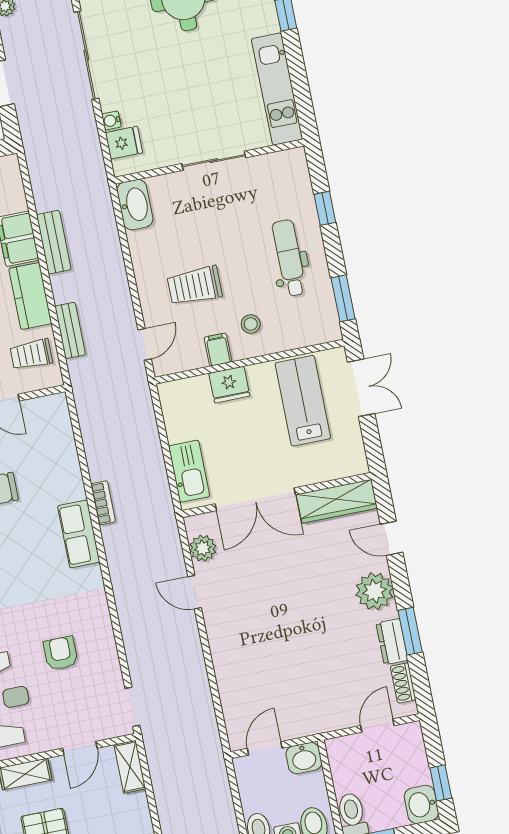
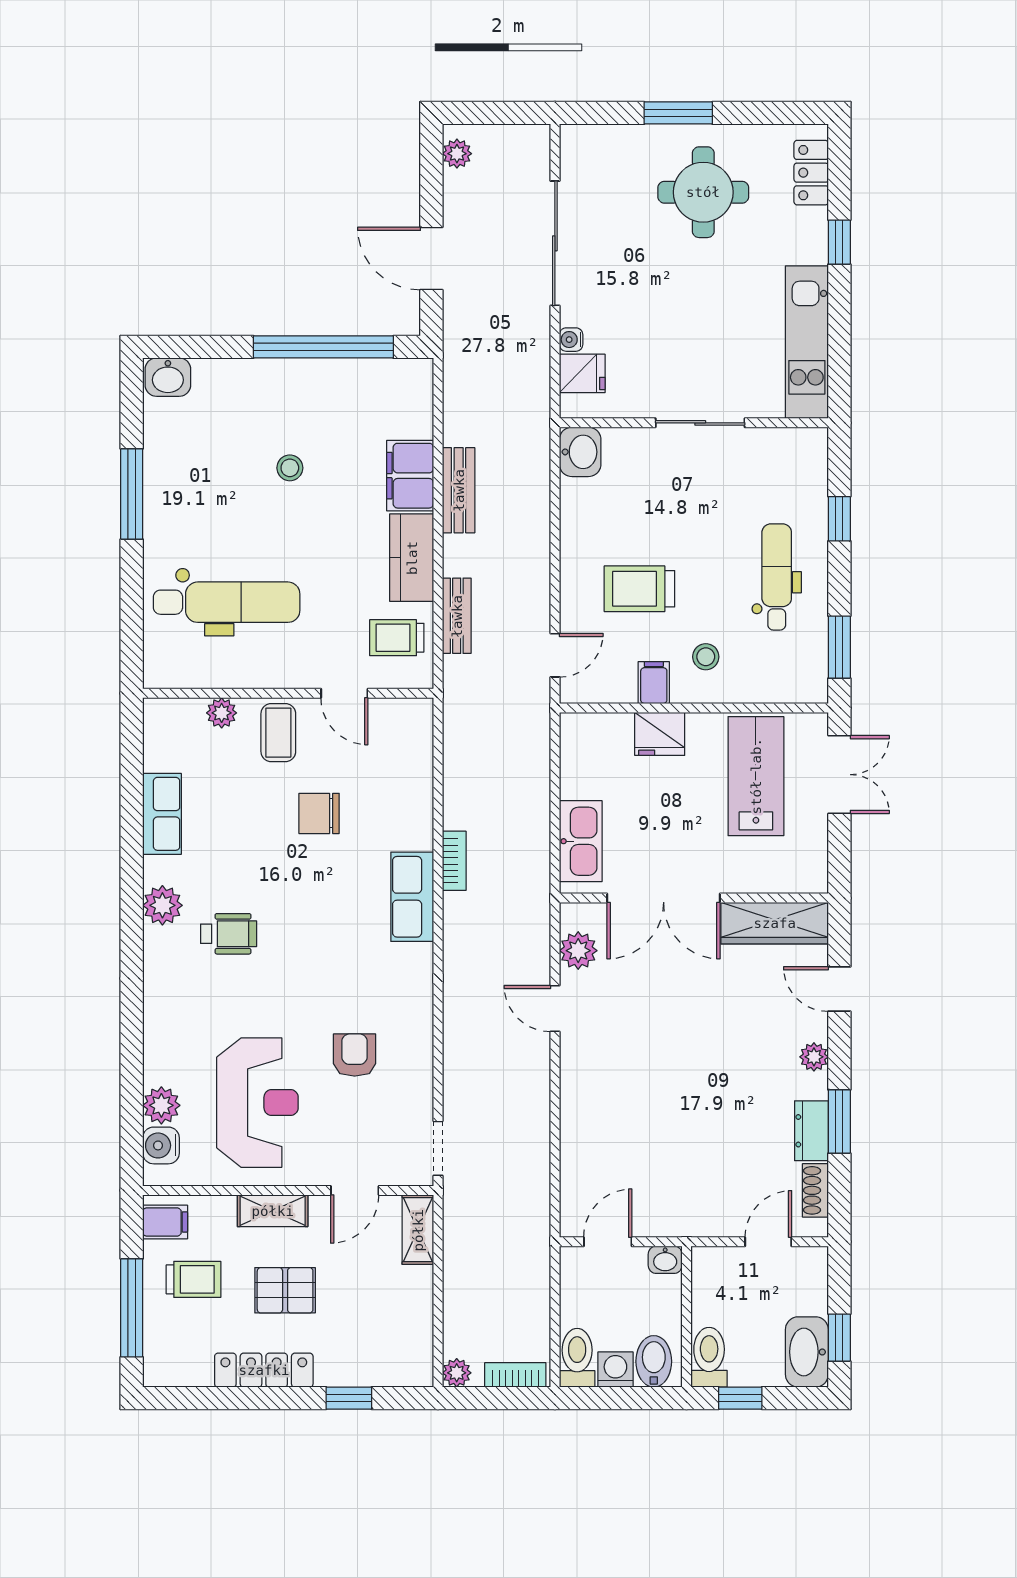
washbasin: (135, 205) -> (580, 452), width x0.72
plant: (374, 591) -> (814, 1057), width x0.53, depth x0.53
washbasin: (304, 758) -> (665, 1260), width x0.72, depth x0.69
washbasin: (421, 804) -> (807, 1352), width x1.38

